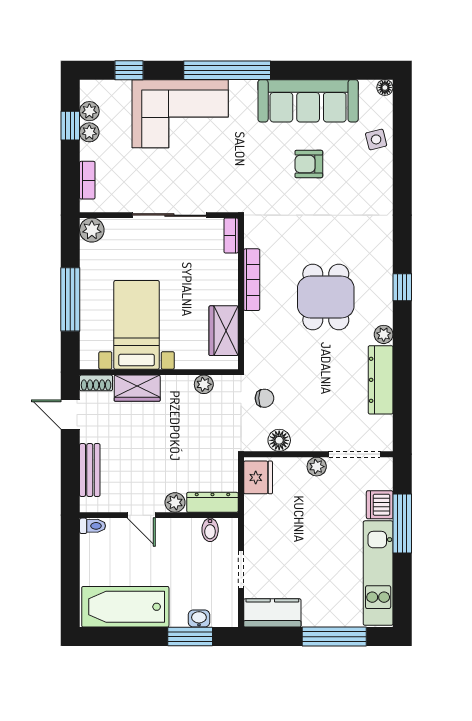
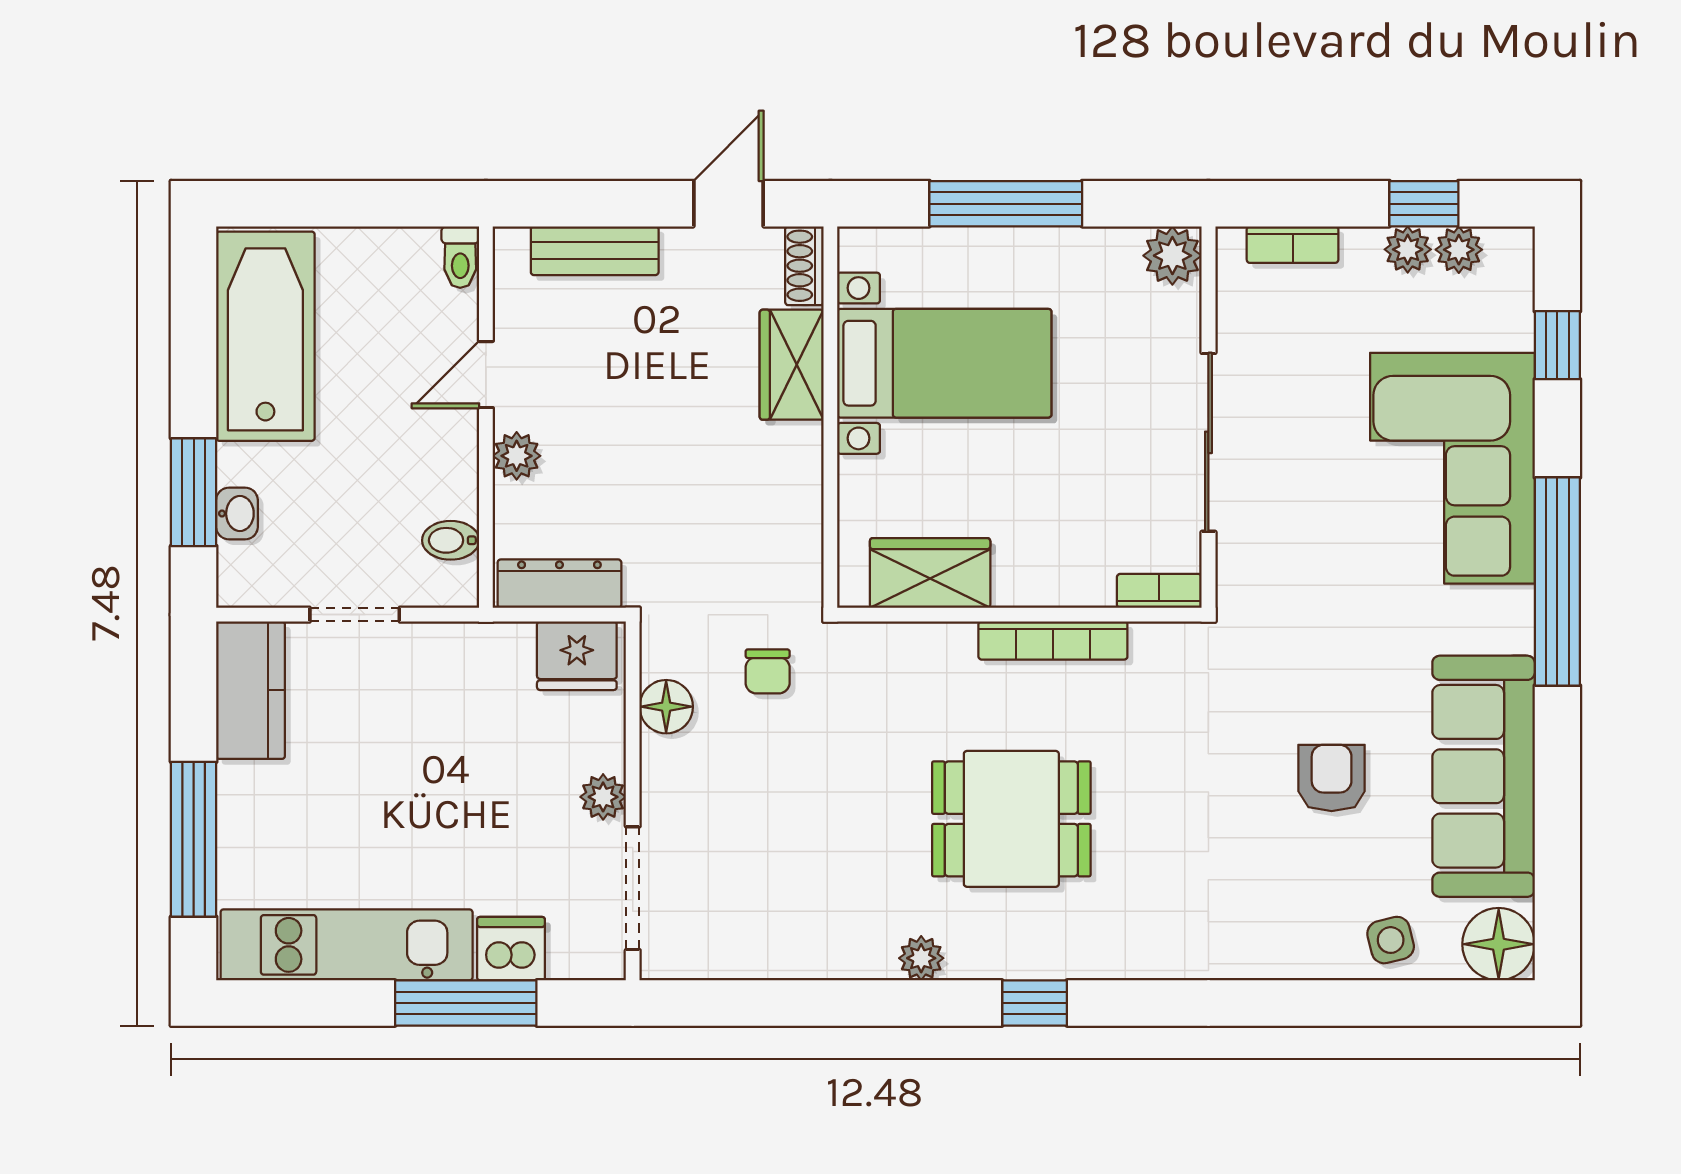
floor lamp: (385, 88) -> (1499, 944), width x1.89, depth x1.89
dresser: (381, 380) -> (812, 951), removed
plant: (204, 384) -> (801, 525), removed
dresser: (212, 502) -> (559, 584), moved, turned -90

